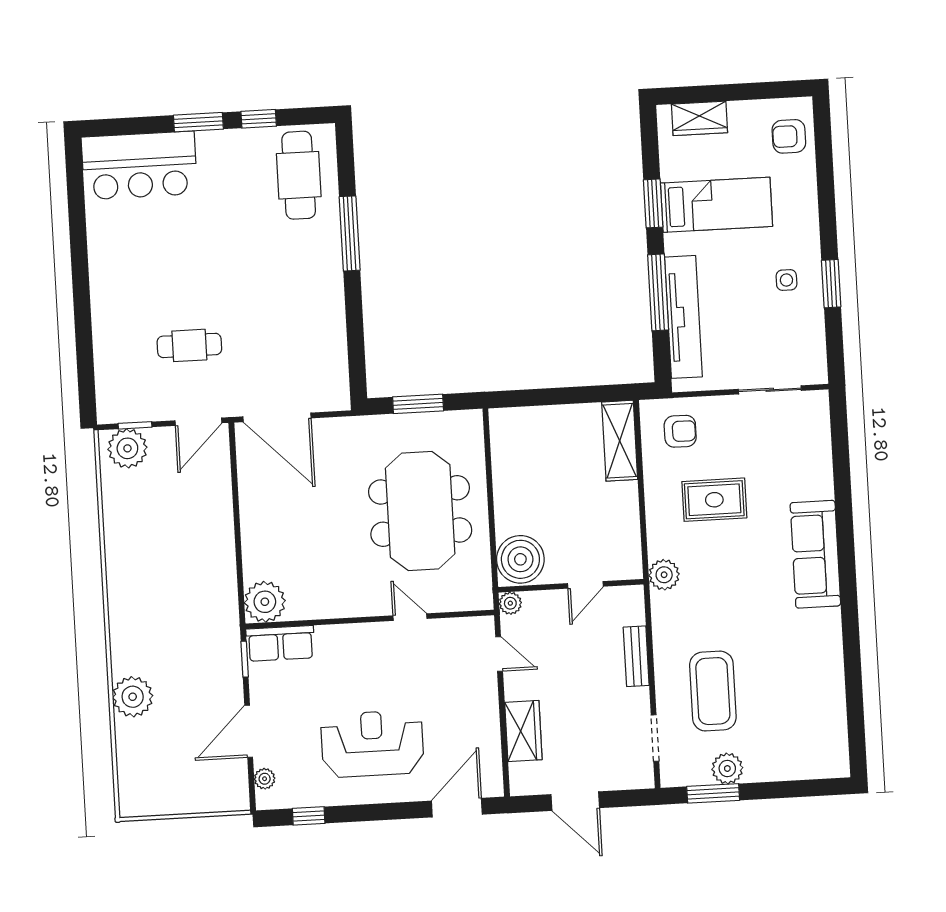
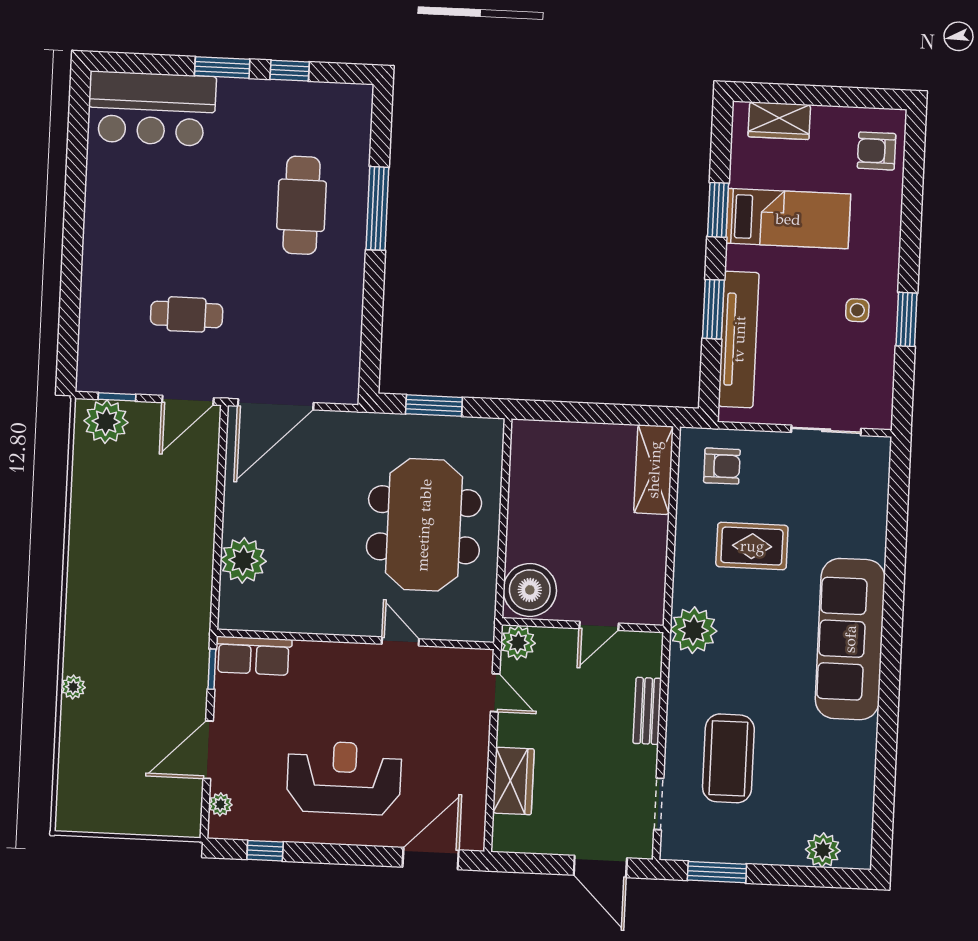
cafe table: (299, 175) -> (302, 205), moved
window: (658, 292) -> (713, 309), width x0.69
door: (277, 417) -> (276, 404), hinge flipped
sofa: (815, 554) -> (850, 639), width x1.36, depth x1.27
plant: (664, 575) -> (693, 630), width x1.36, depth x1.36
plant: (265, 602) -> (243, 560), moved
plant: (510, 603) -> (518, 642), width x1.38, depth x1.38
plant: (133, 697) -> (73, 687), width x0.53, depth x0.53
plant: (727, 769) -> (823, 850), moved
door: (575, 801) -> (600, 867), moved

